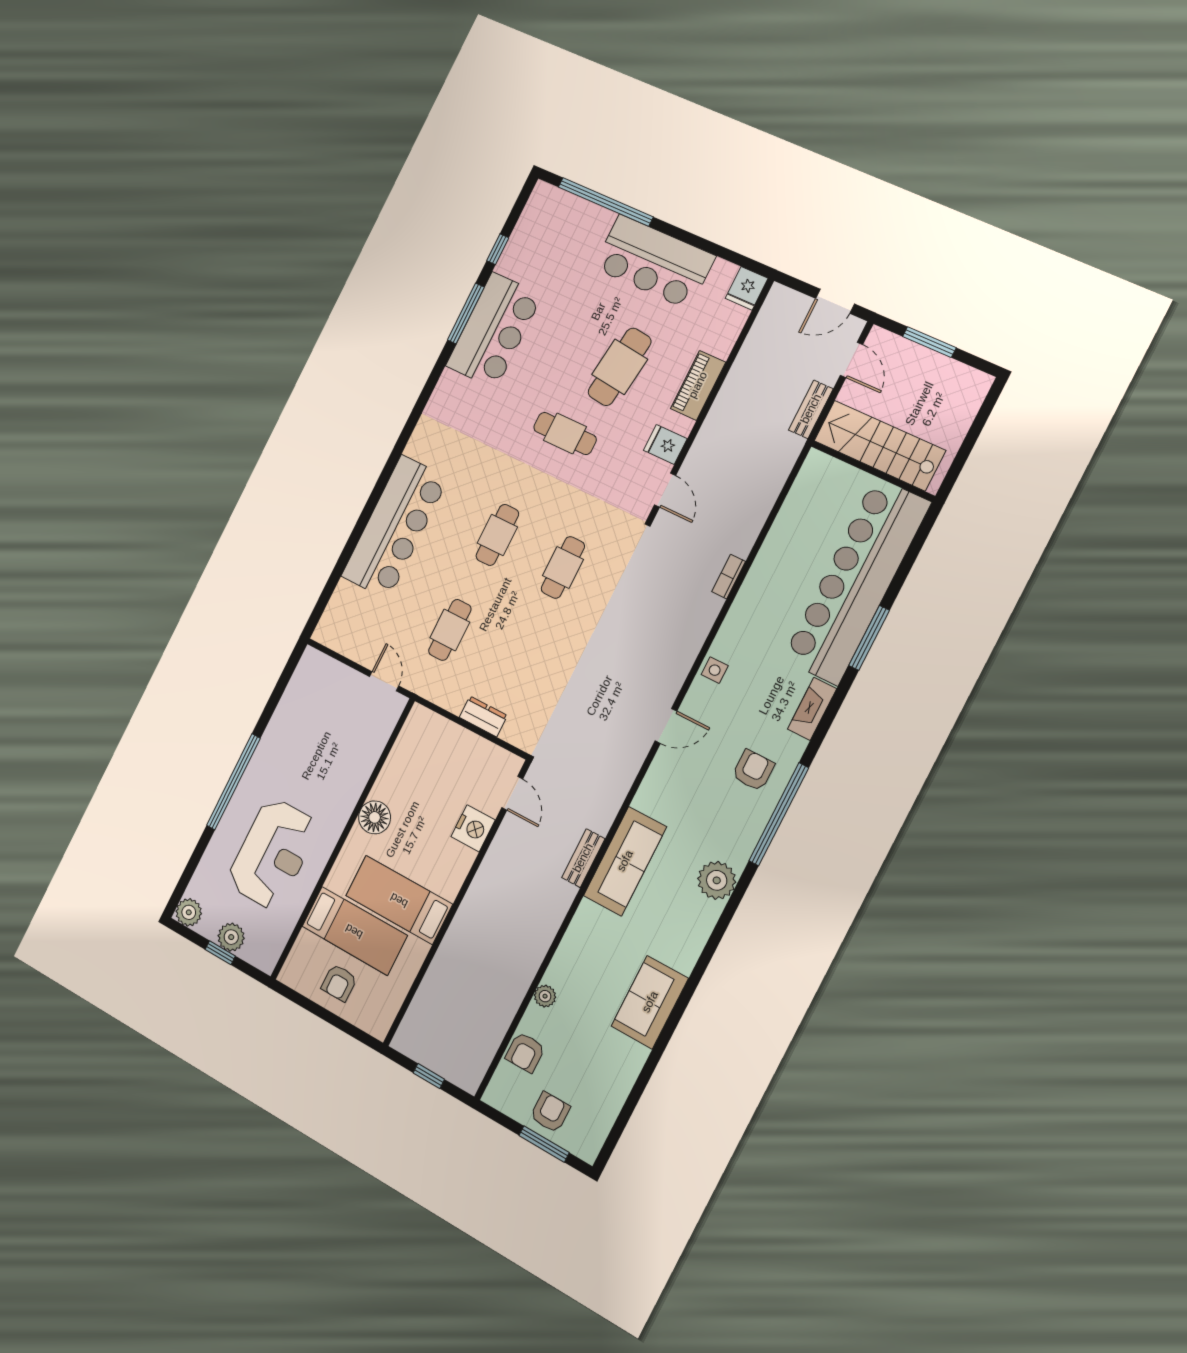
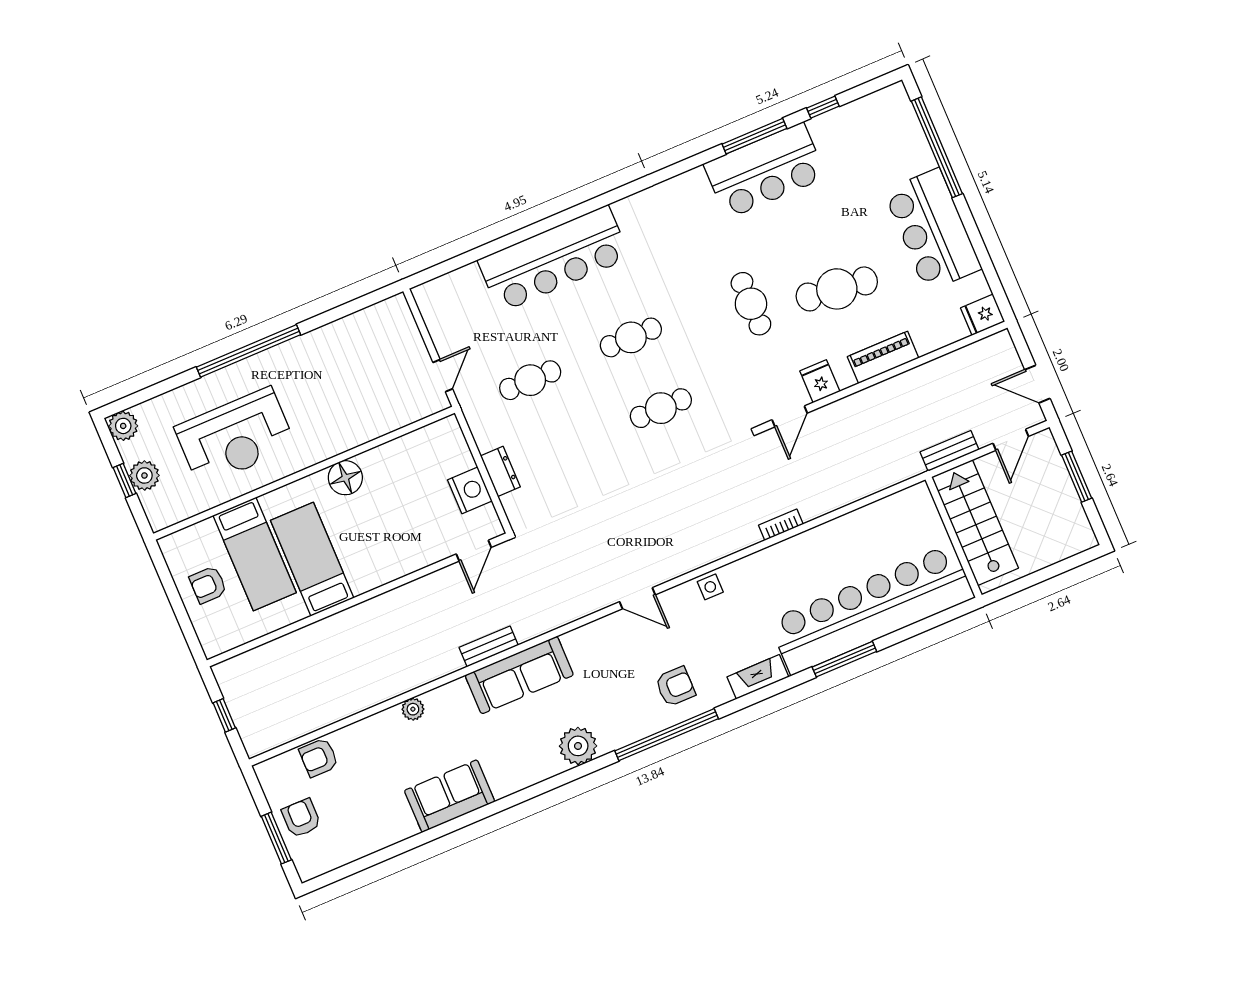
nightstand: (473, 828) -> (470, 490), moved, turned -90
plant: (545, 996) -> (413, 709), moved
armchair: (550, 1112) -> (301, 818), turned -90

